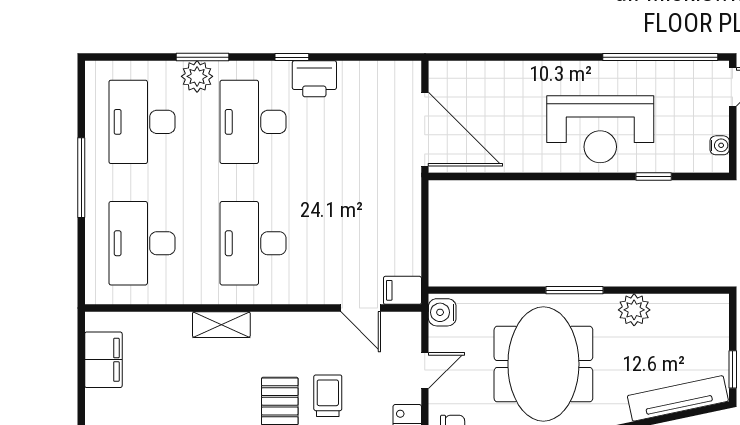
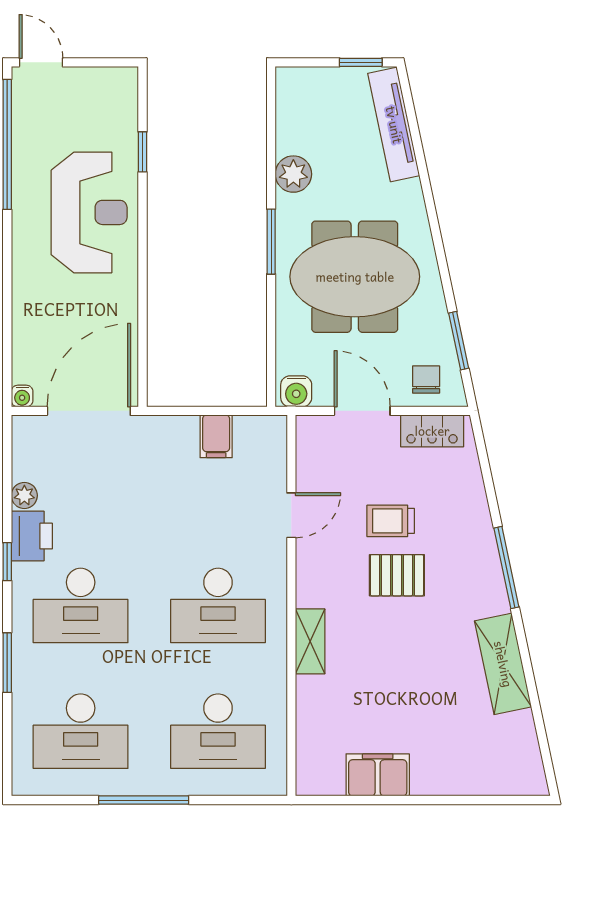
plant: (197, 76) -> (24, 495), moved, width x0.73, depth x0.73
water cooler: (720, 145) -> (22, 396), moved, turned 180
filing cabinet: (402, 290) -> (216, 436), moved
door: (361, 308) -> (291, 515), moved
filing cabinet: (103, 360) -> (378, 775), moved
door: (425, 371) -> (362, 411), width x1.38

